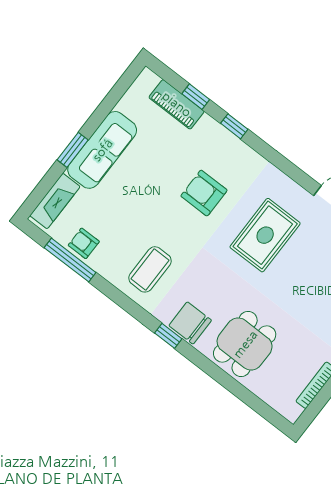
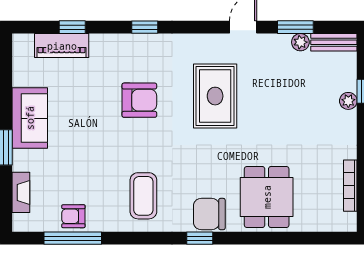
window: (234, 126) -> (145, 27), moved
sofa: (102, 150) -> (30, 118), width x0.73
armchair: (204, 193) -> (139, 100), turned 180
fireplace: (55, 201) -> (21, 192), width x0.73, depth x0.76

